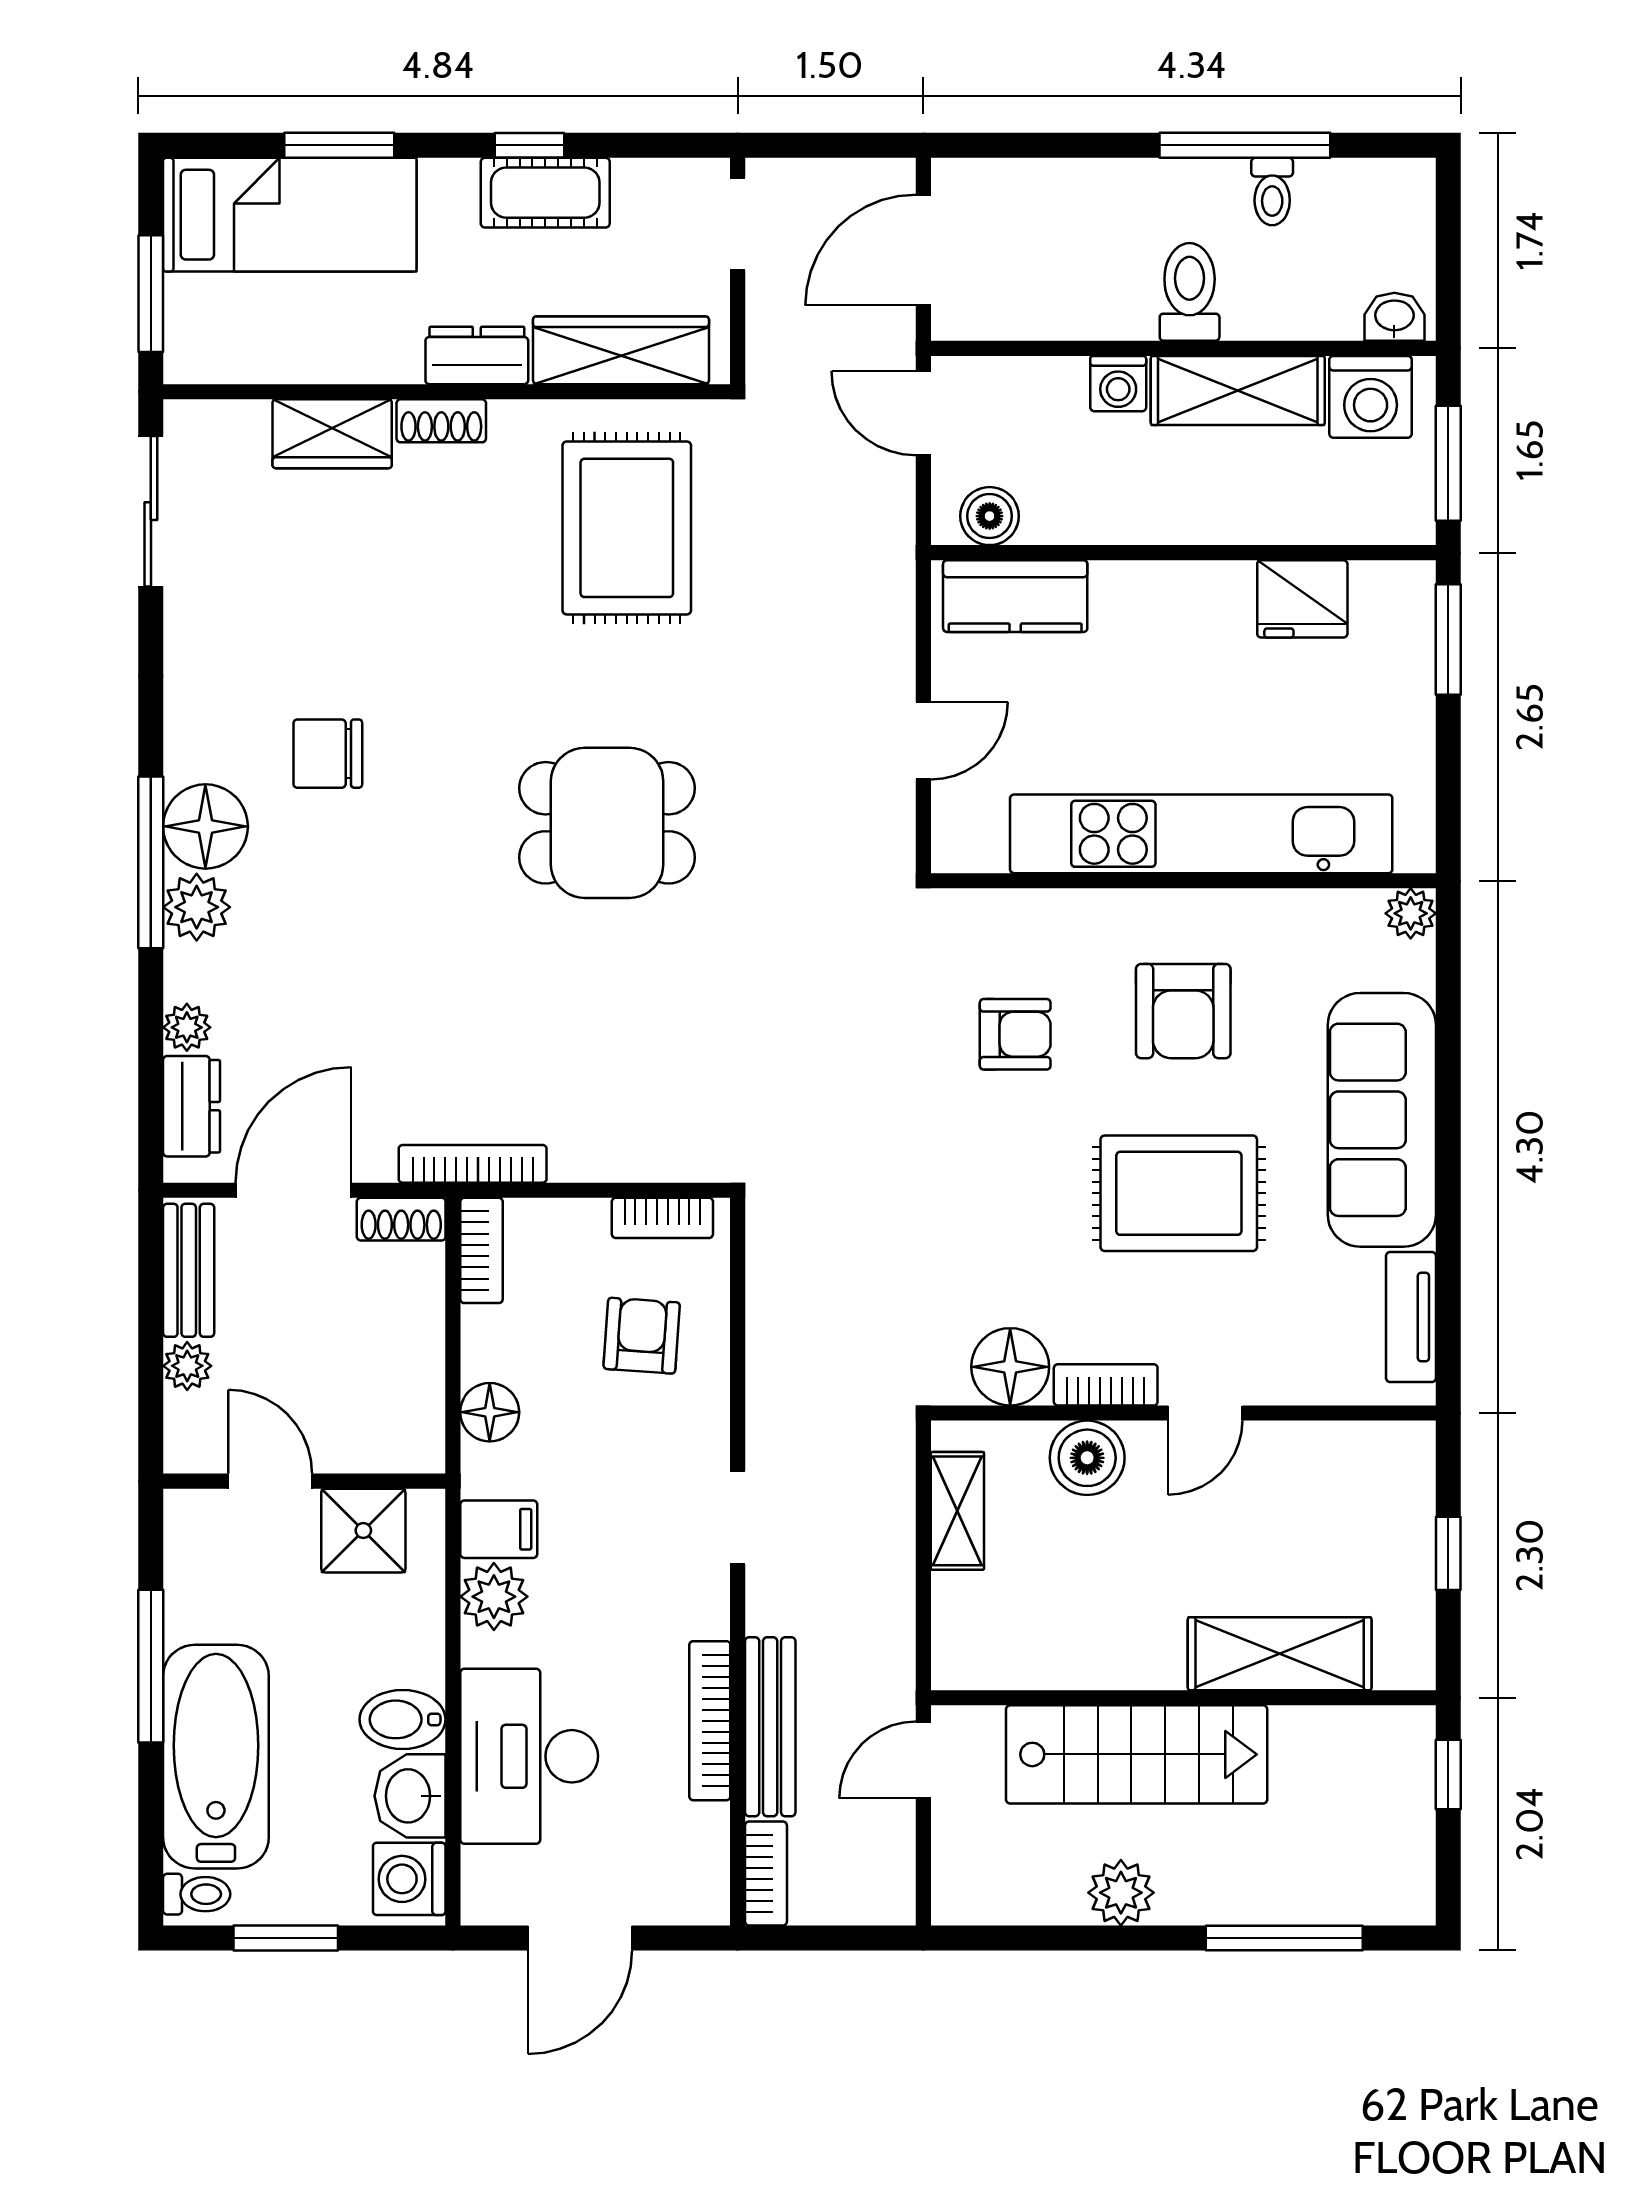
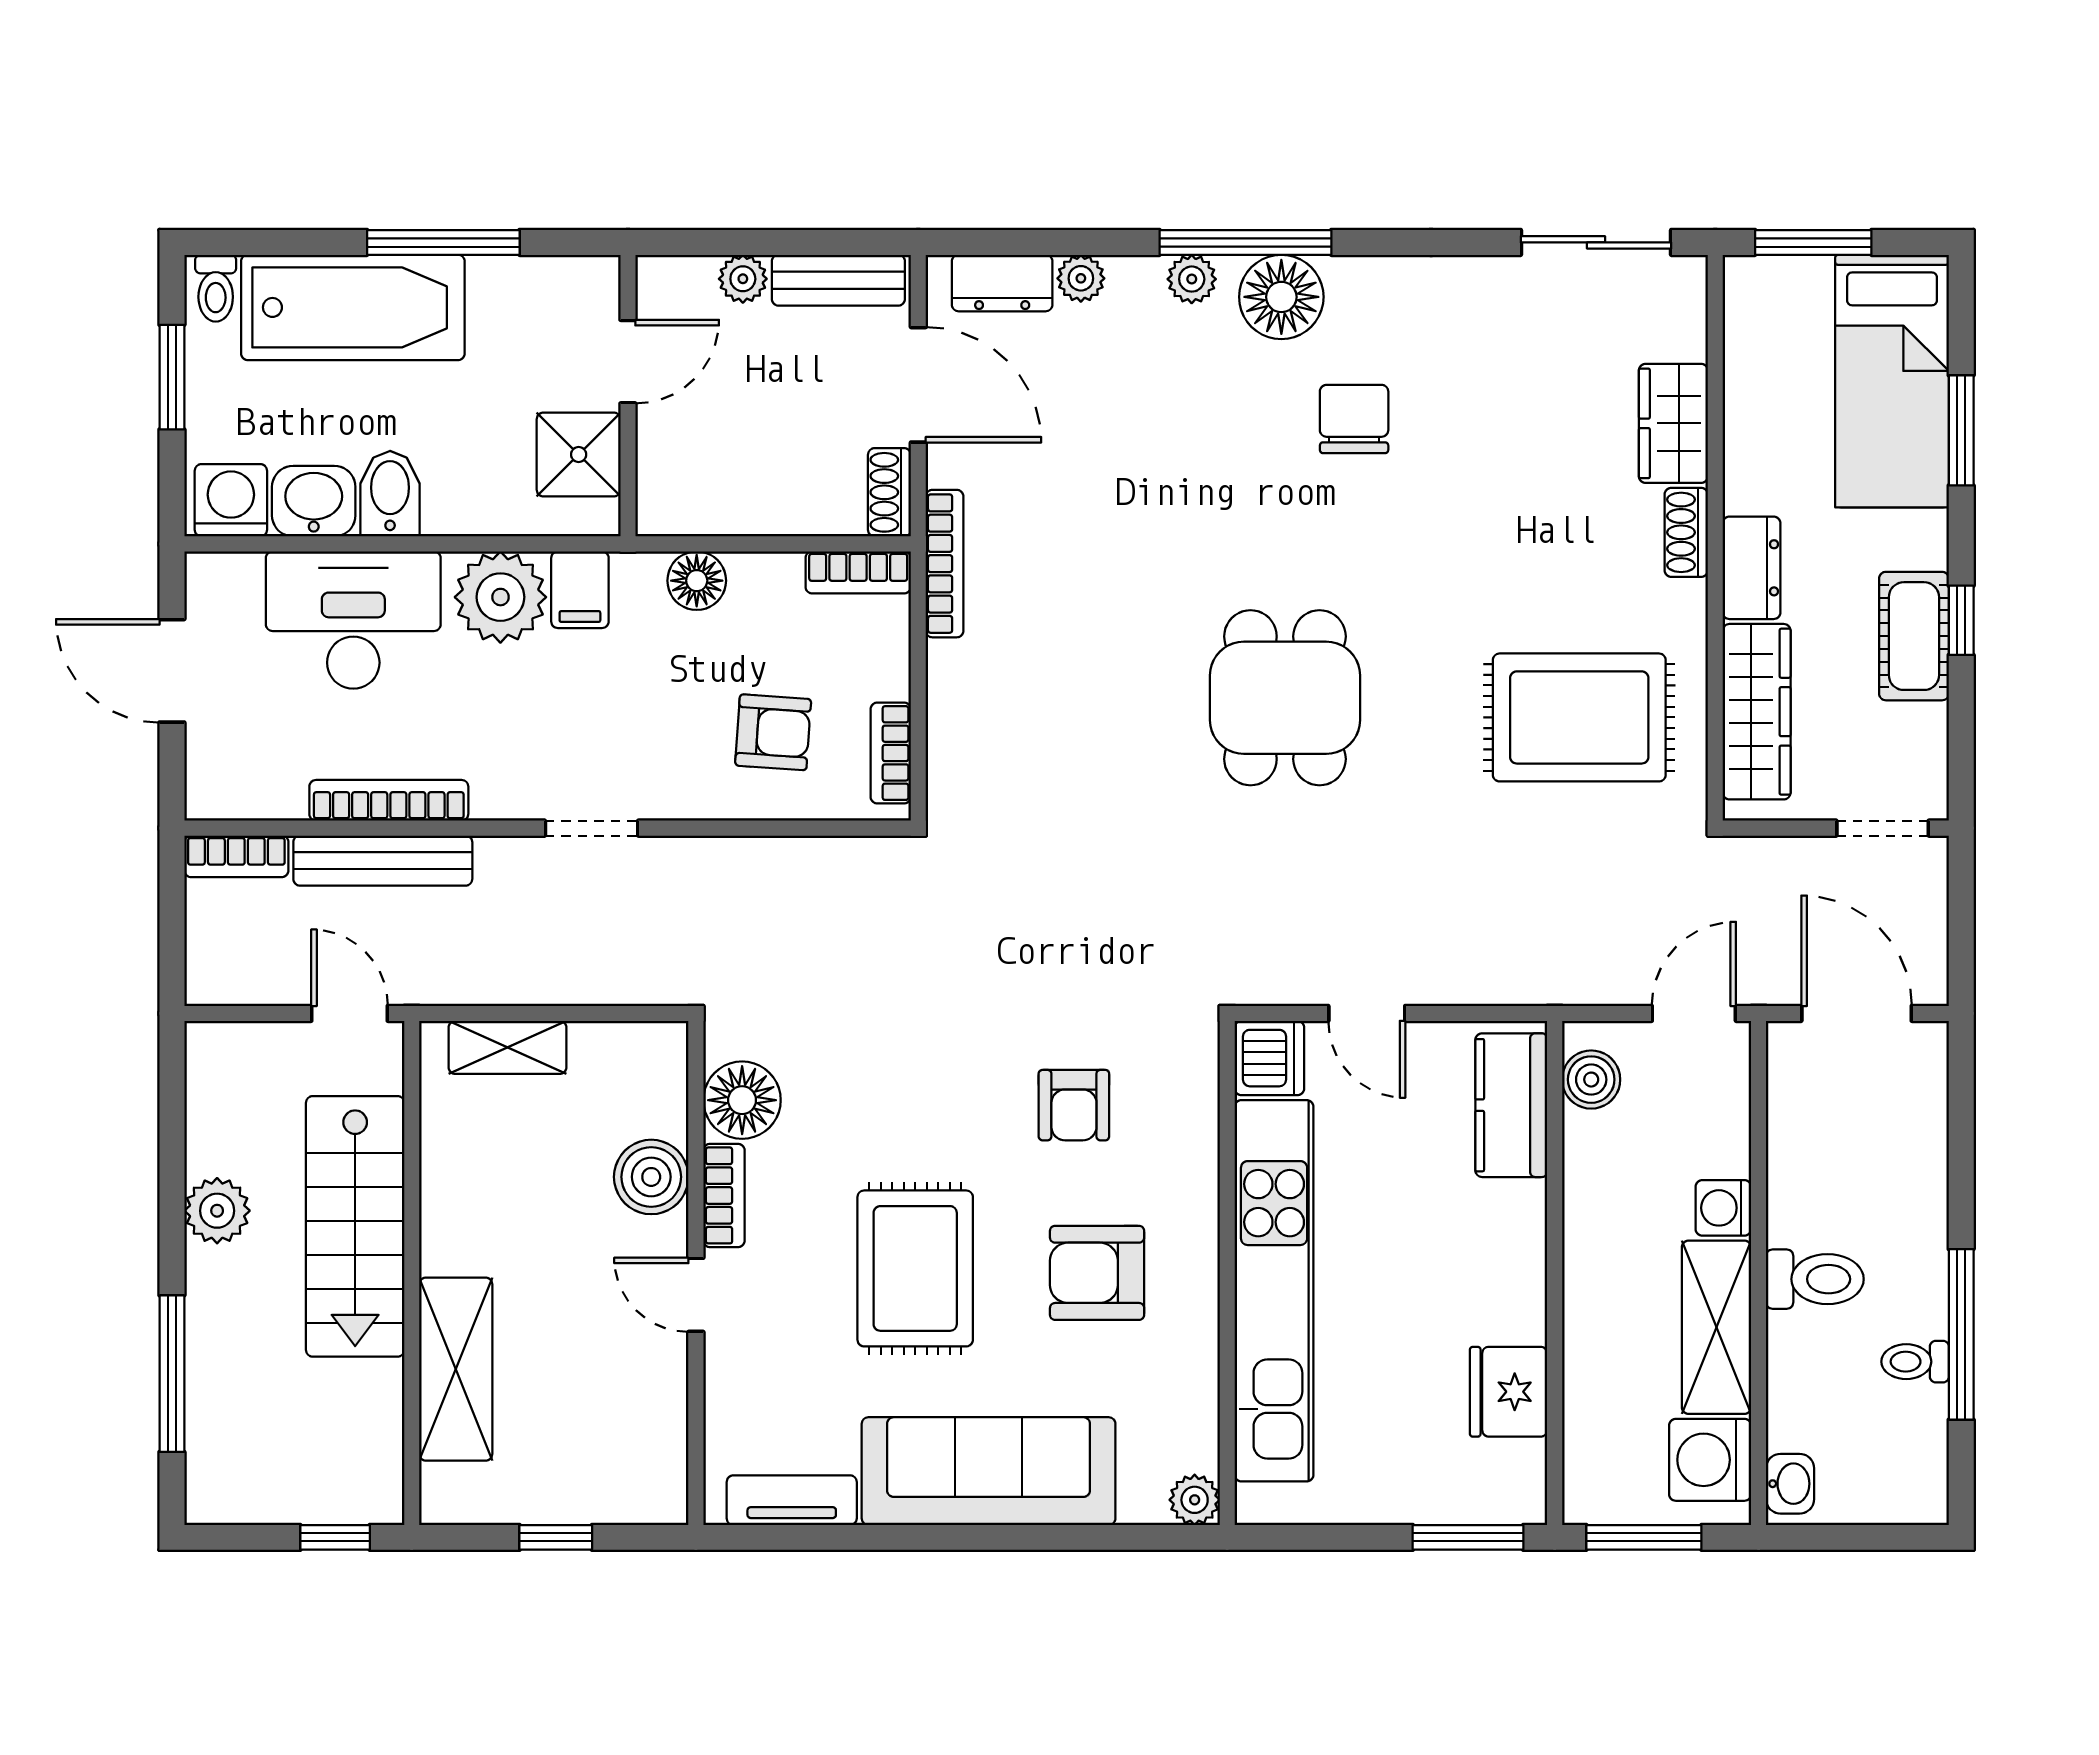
dishwasher: (968, 838) -> (1269, 1058), added
plant: (197, 907) -> (1192, 279), width x0.73, depth x0.73
shelving: (957, 1511) -> (507, 1047), moved
plant: (494, 1597) -> (500, 597), width x1.36, depth x1.36

